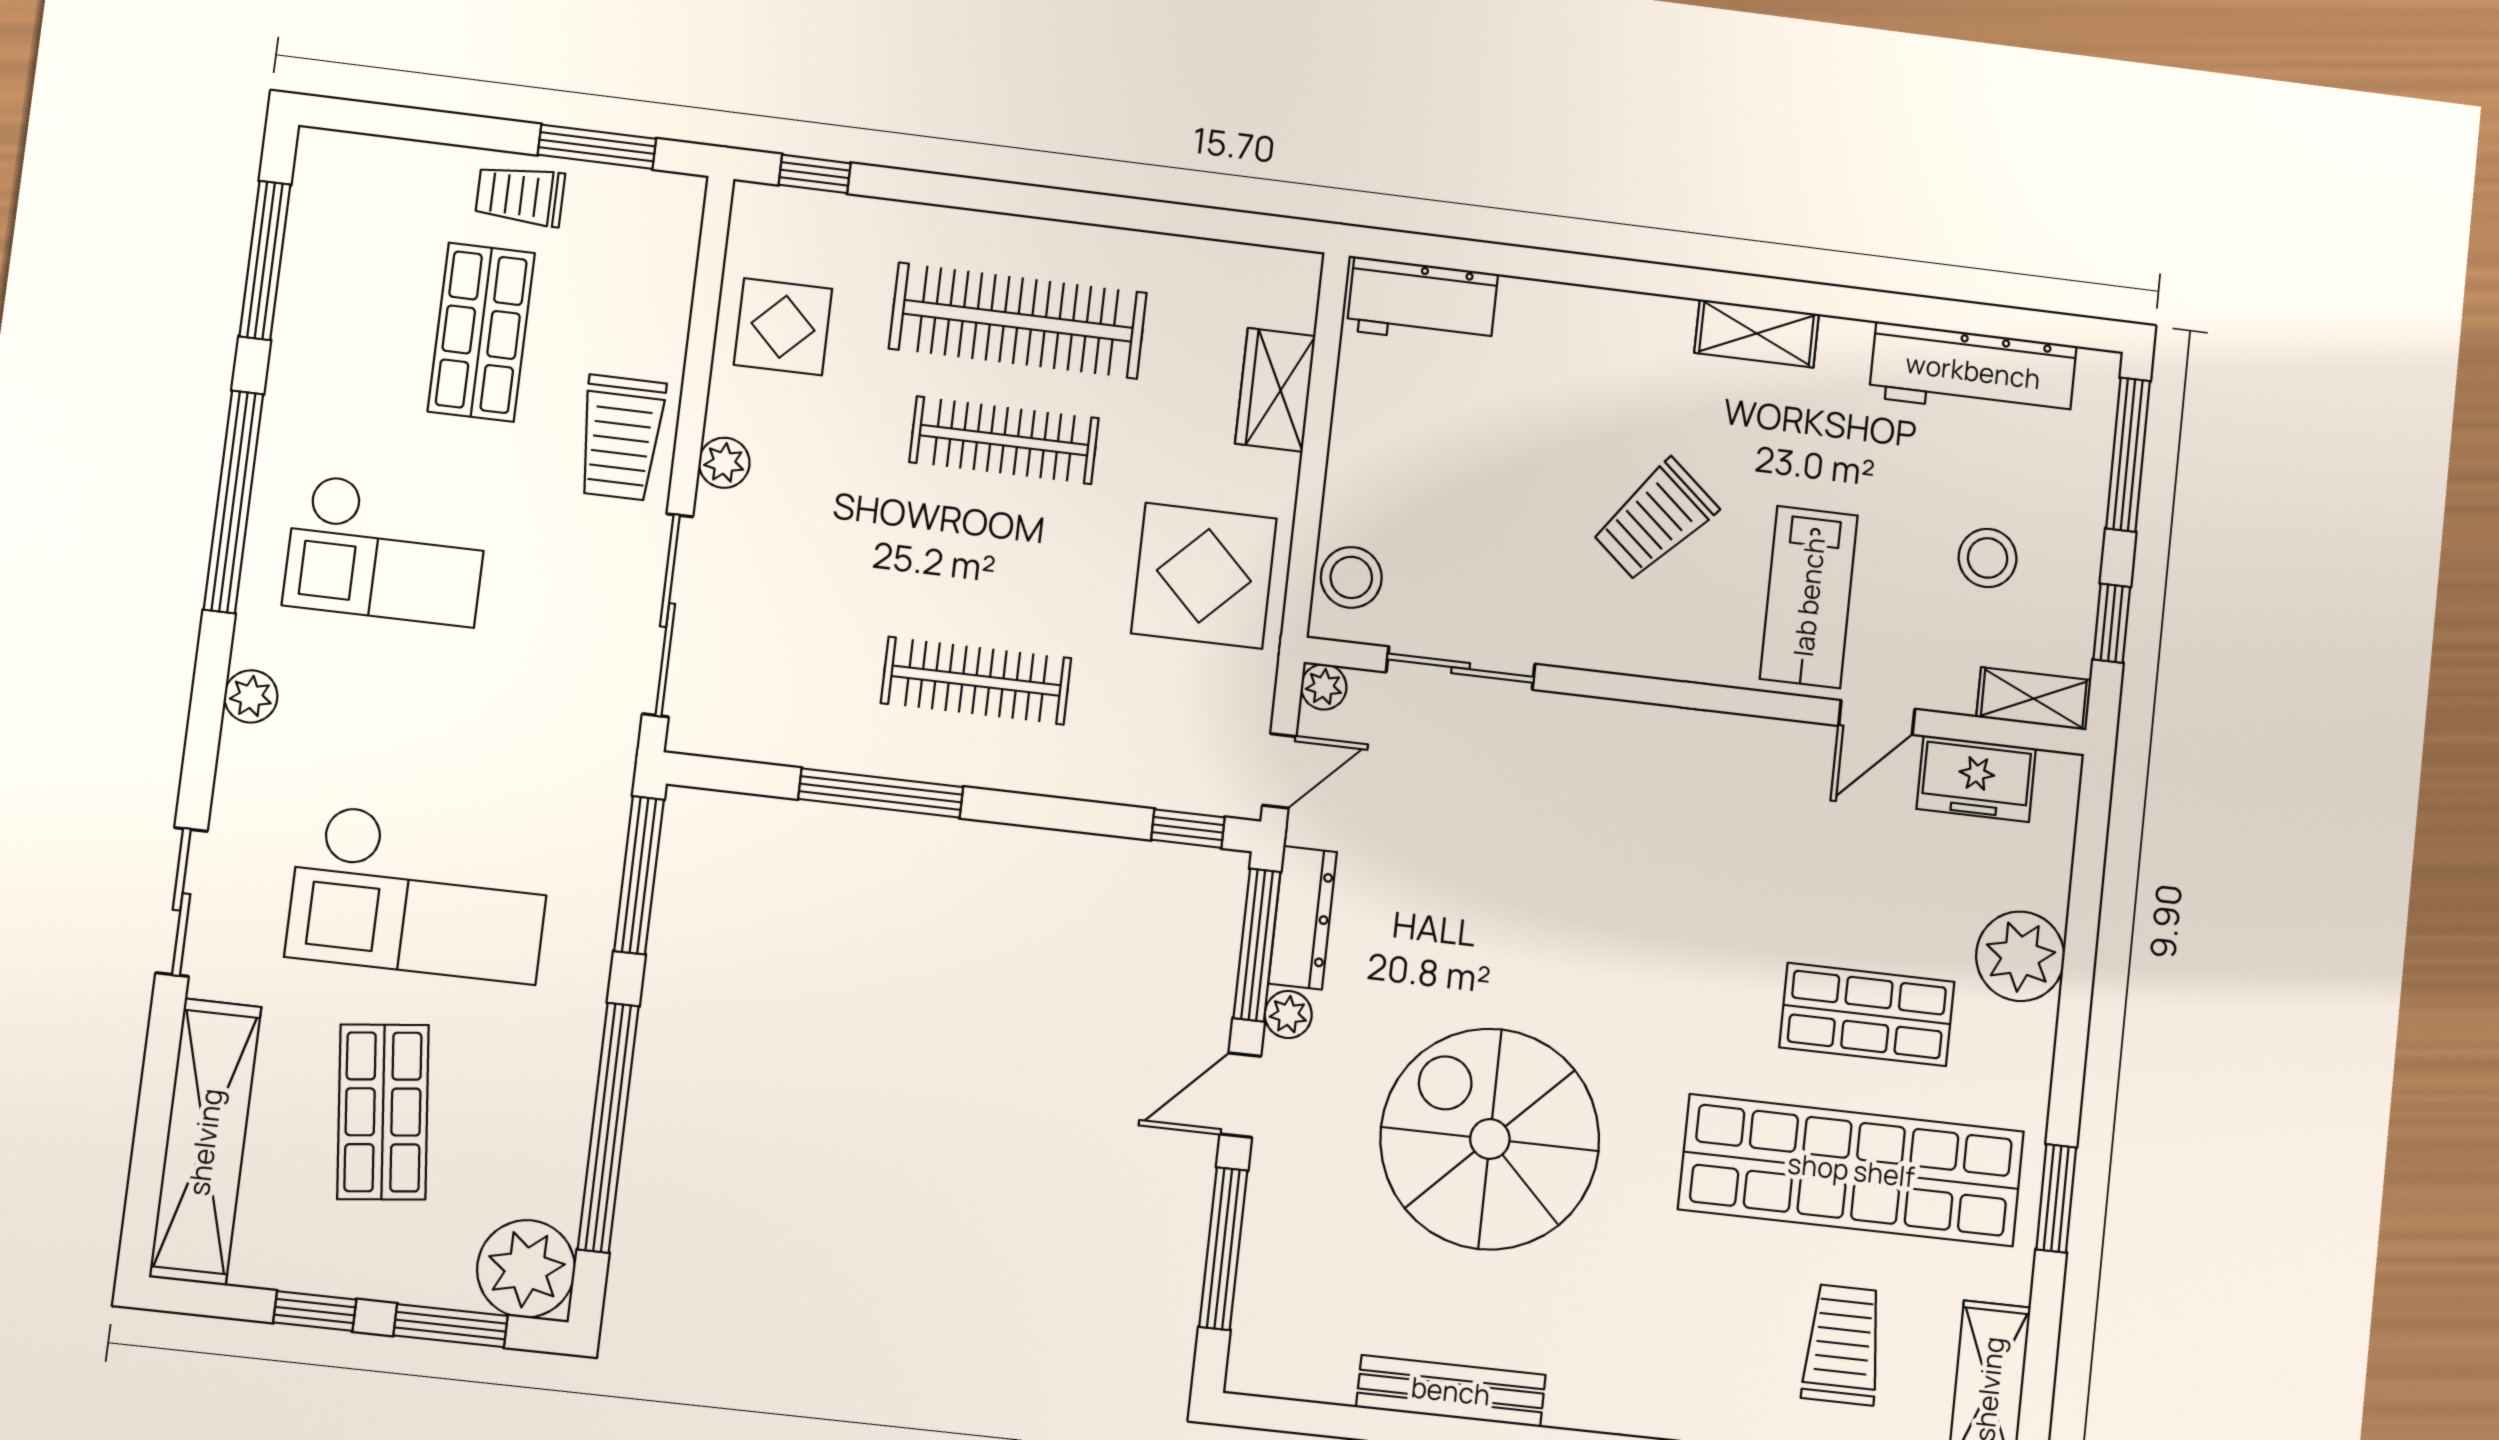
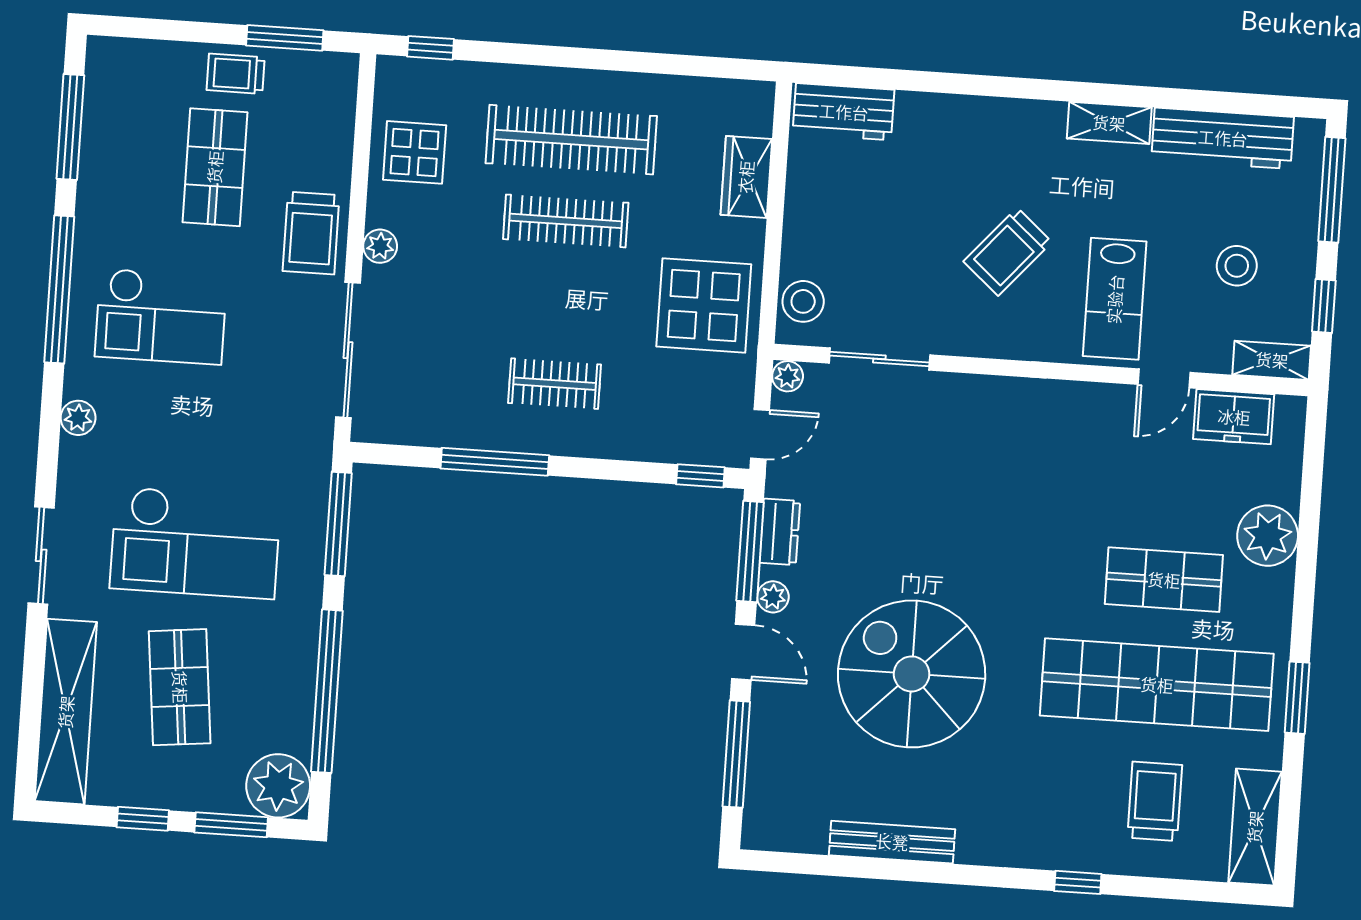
shelving: (1757, 333) -> (1109, 123), moved
clothes rail: (976, 681) -> (555, 384), width x0.73
dresser: (1303, 918) -> (780, 532), width x0.70
door: (1240, 1095) -> (743, 652), swing flipped

